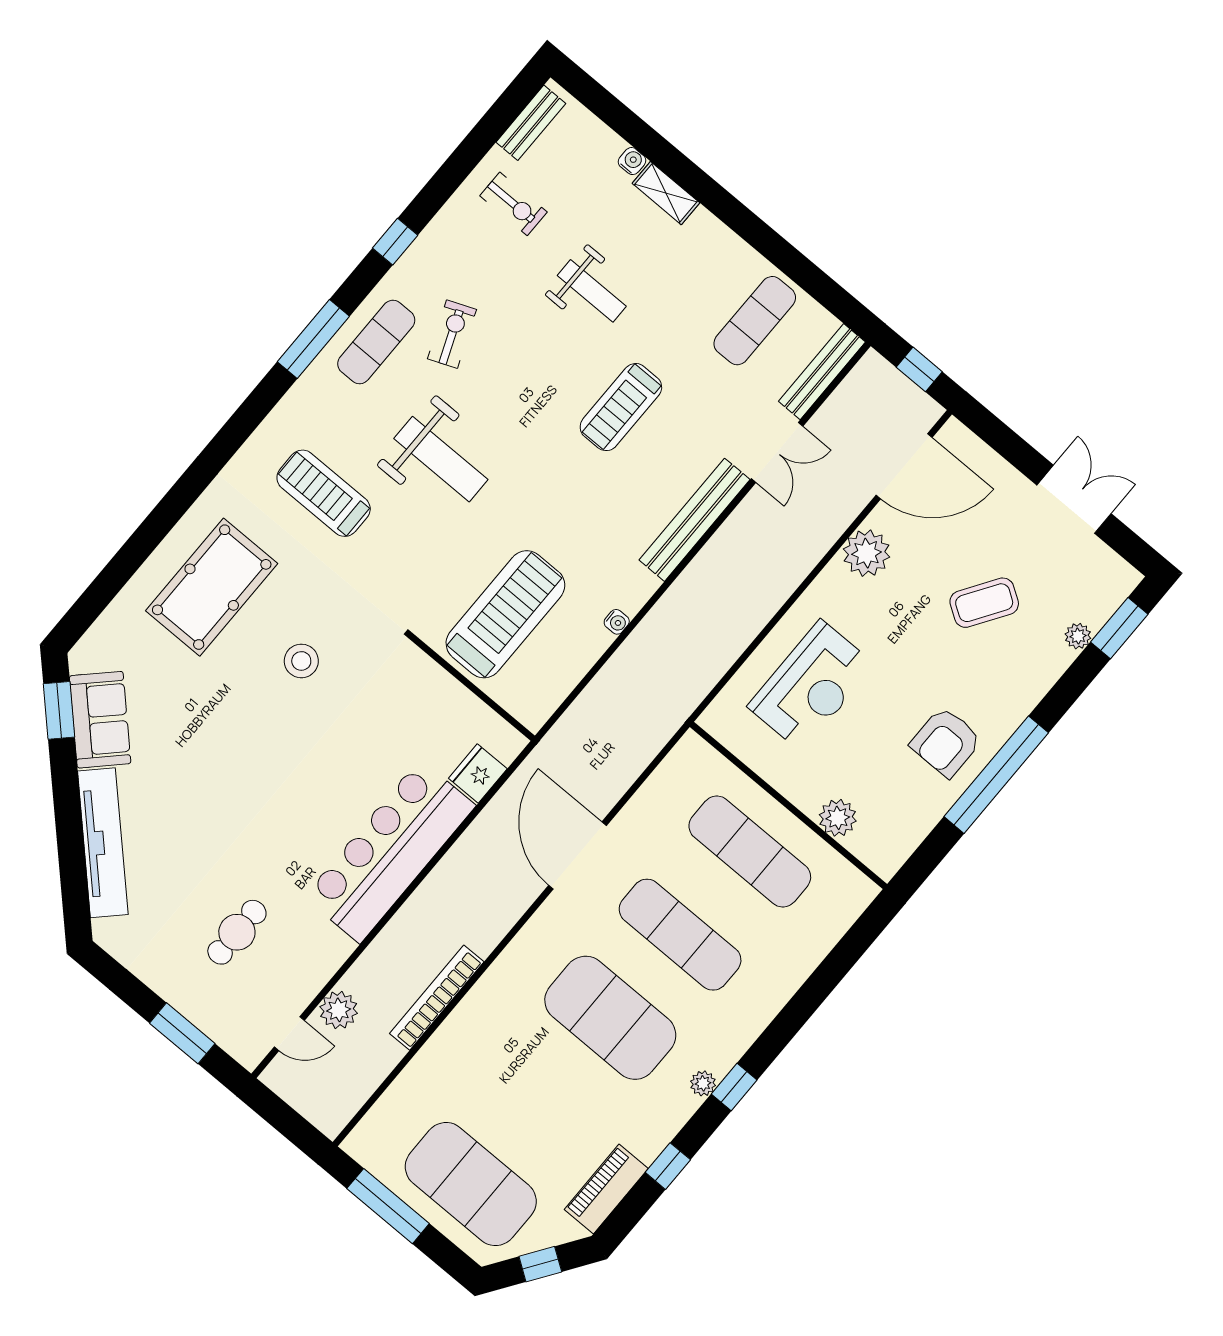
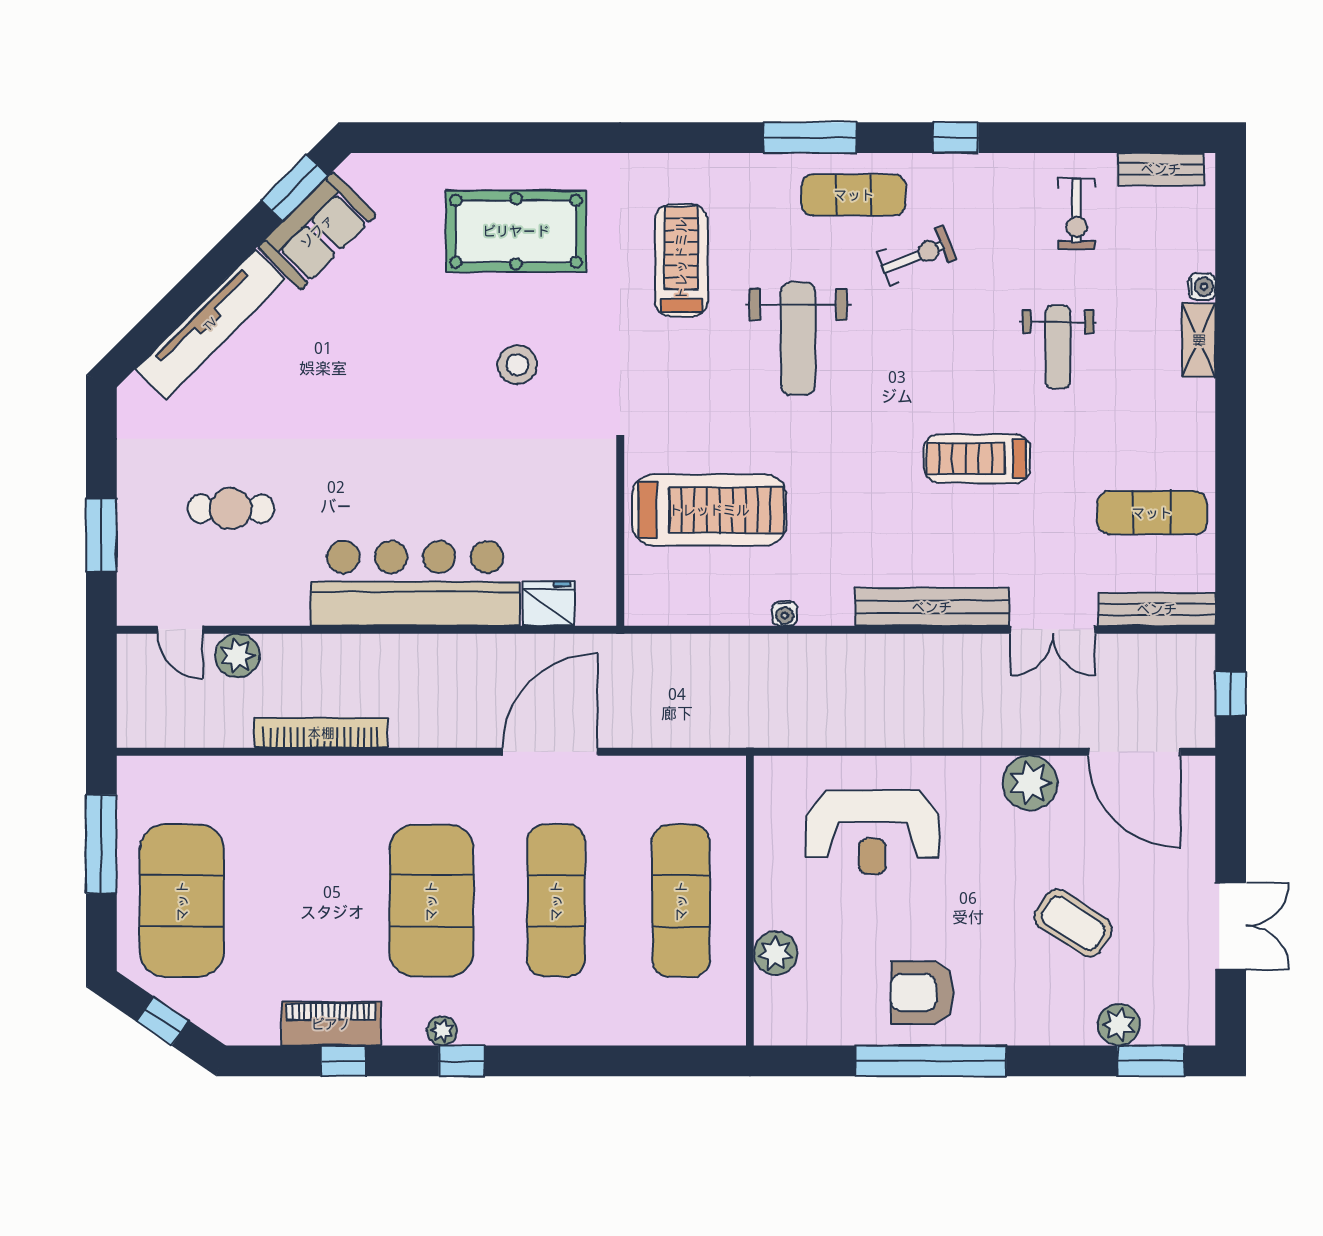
plant: (1078, 636) -> (1119, 1025), width x1.38, depth x1.38
piano: (606, 1189) -> (331, 1024), moved

